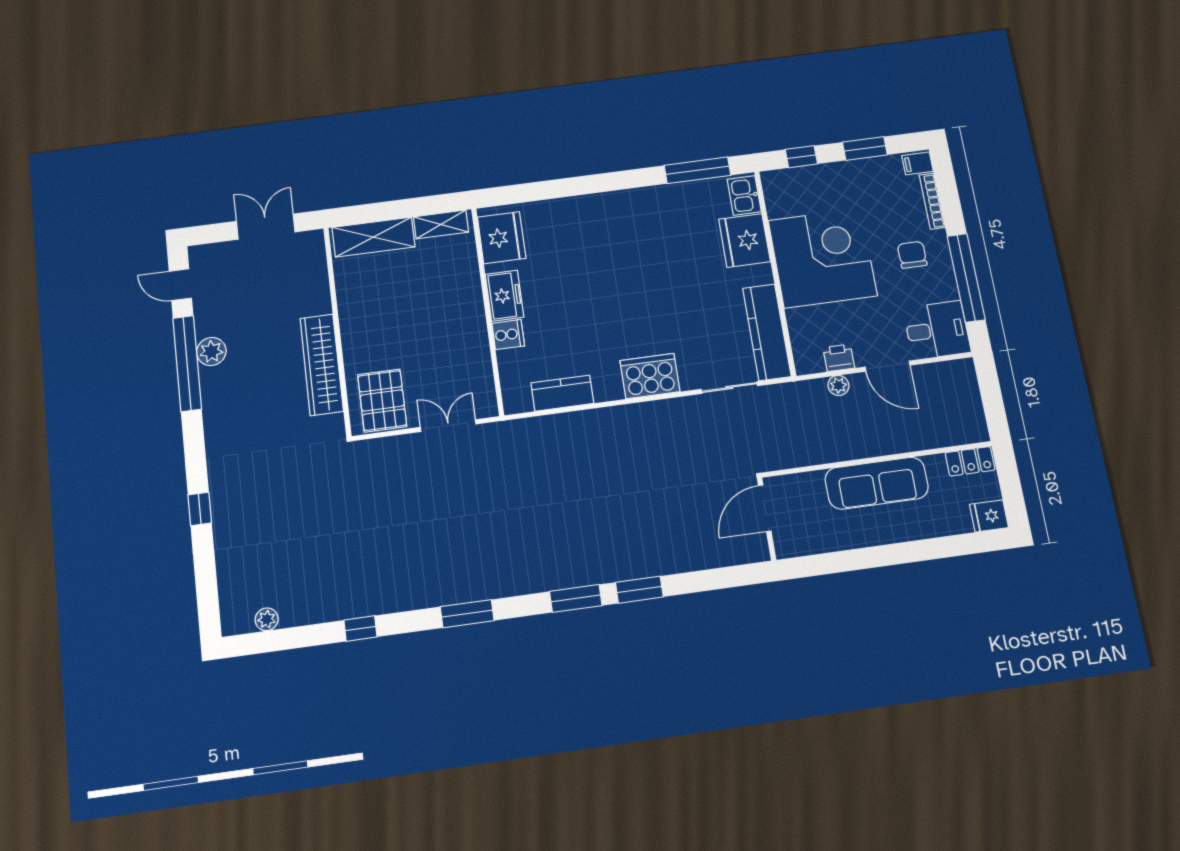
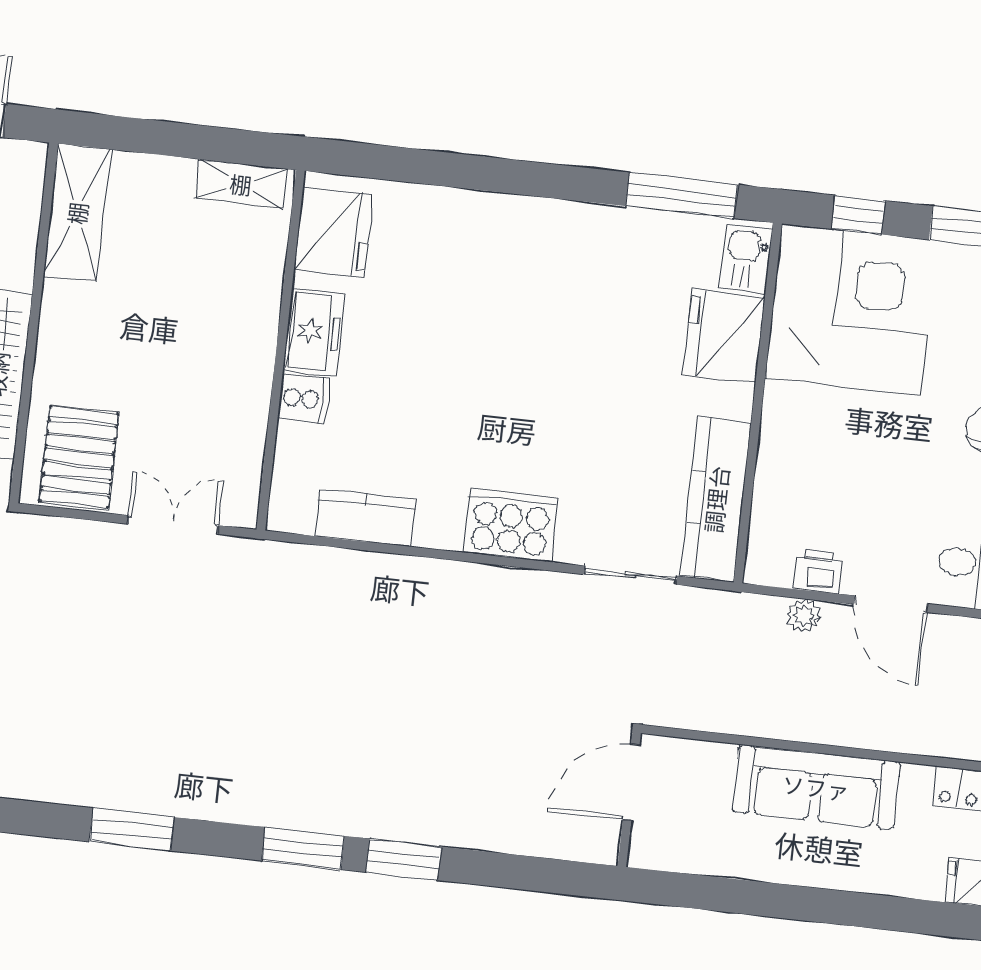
shelving: (373, 237) -> (77, 213), moved, turned 90
corner desk: (823, 258) -> (851, 310), moved

